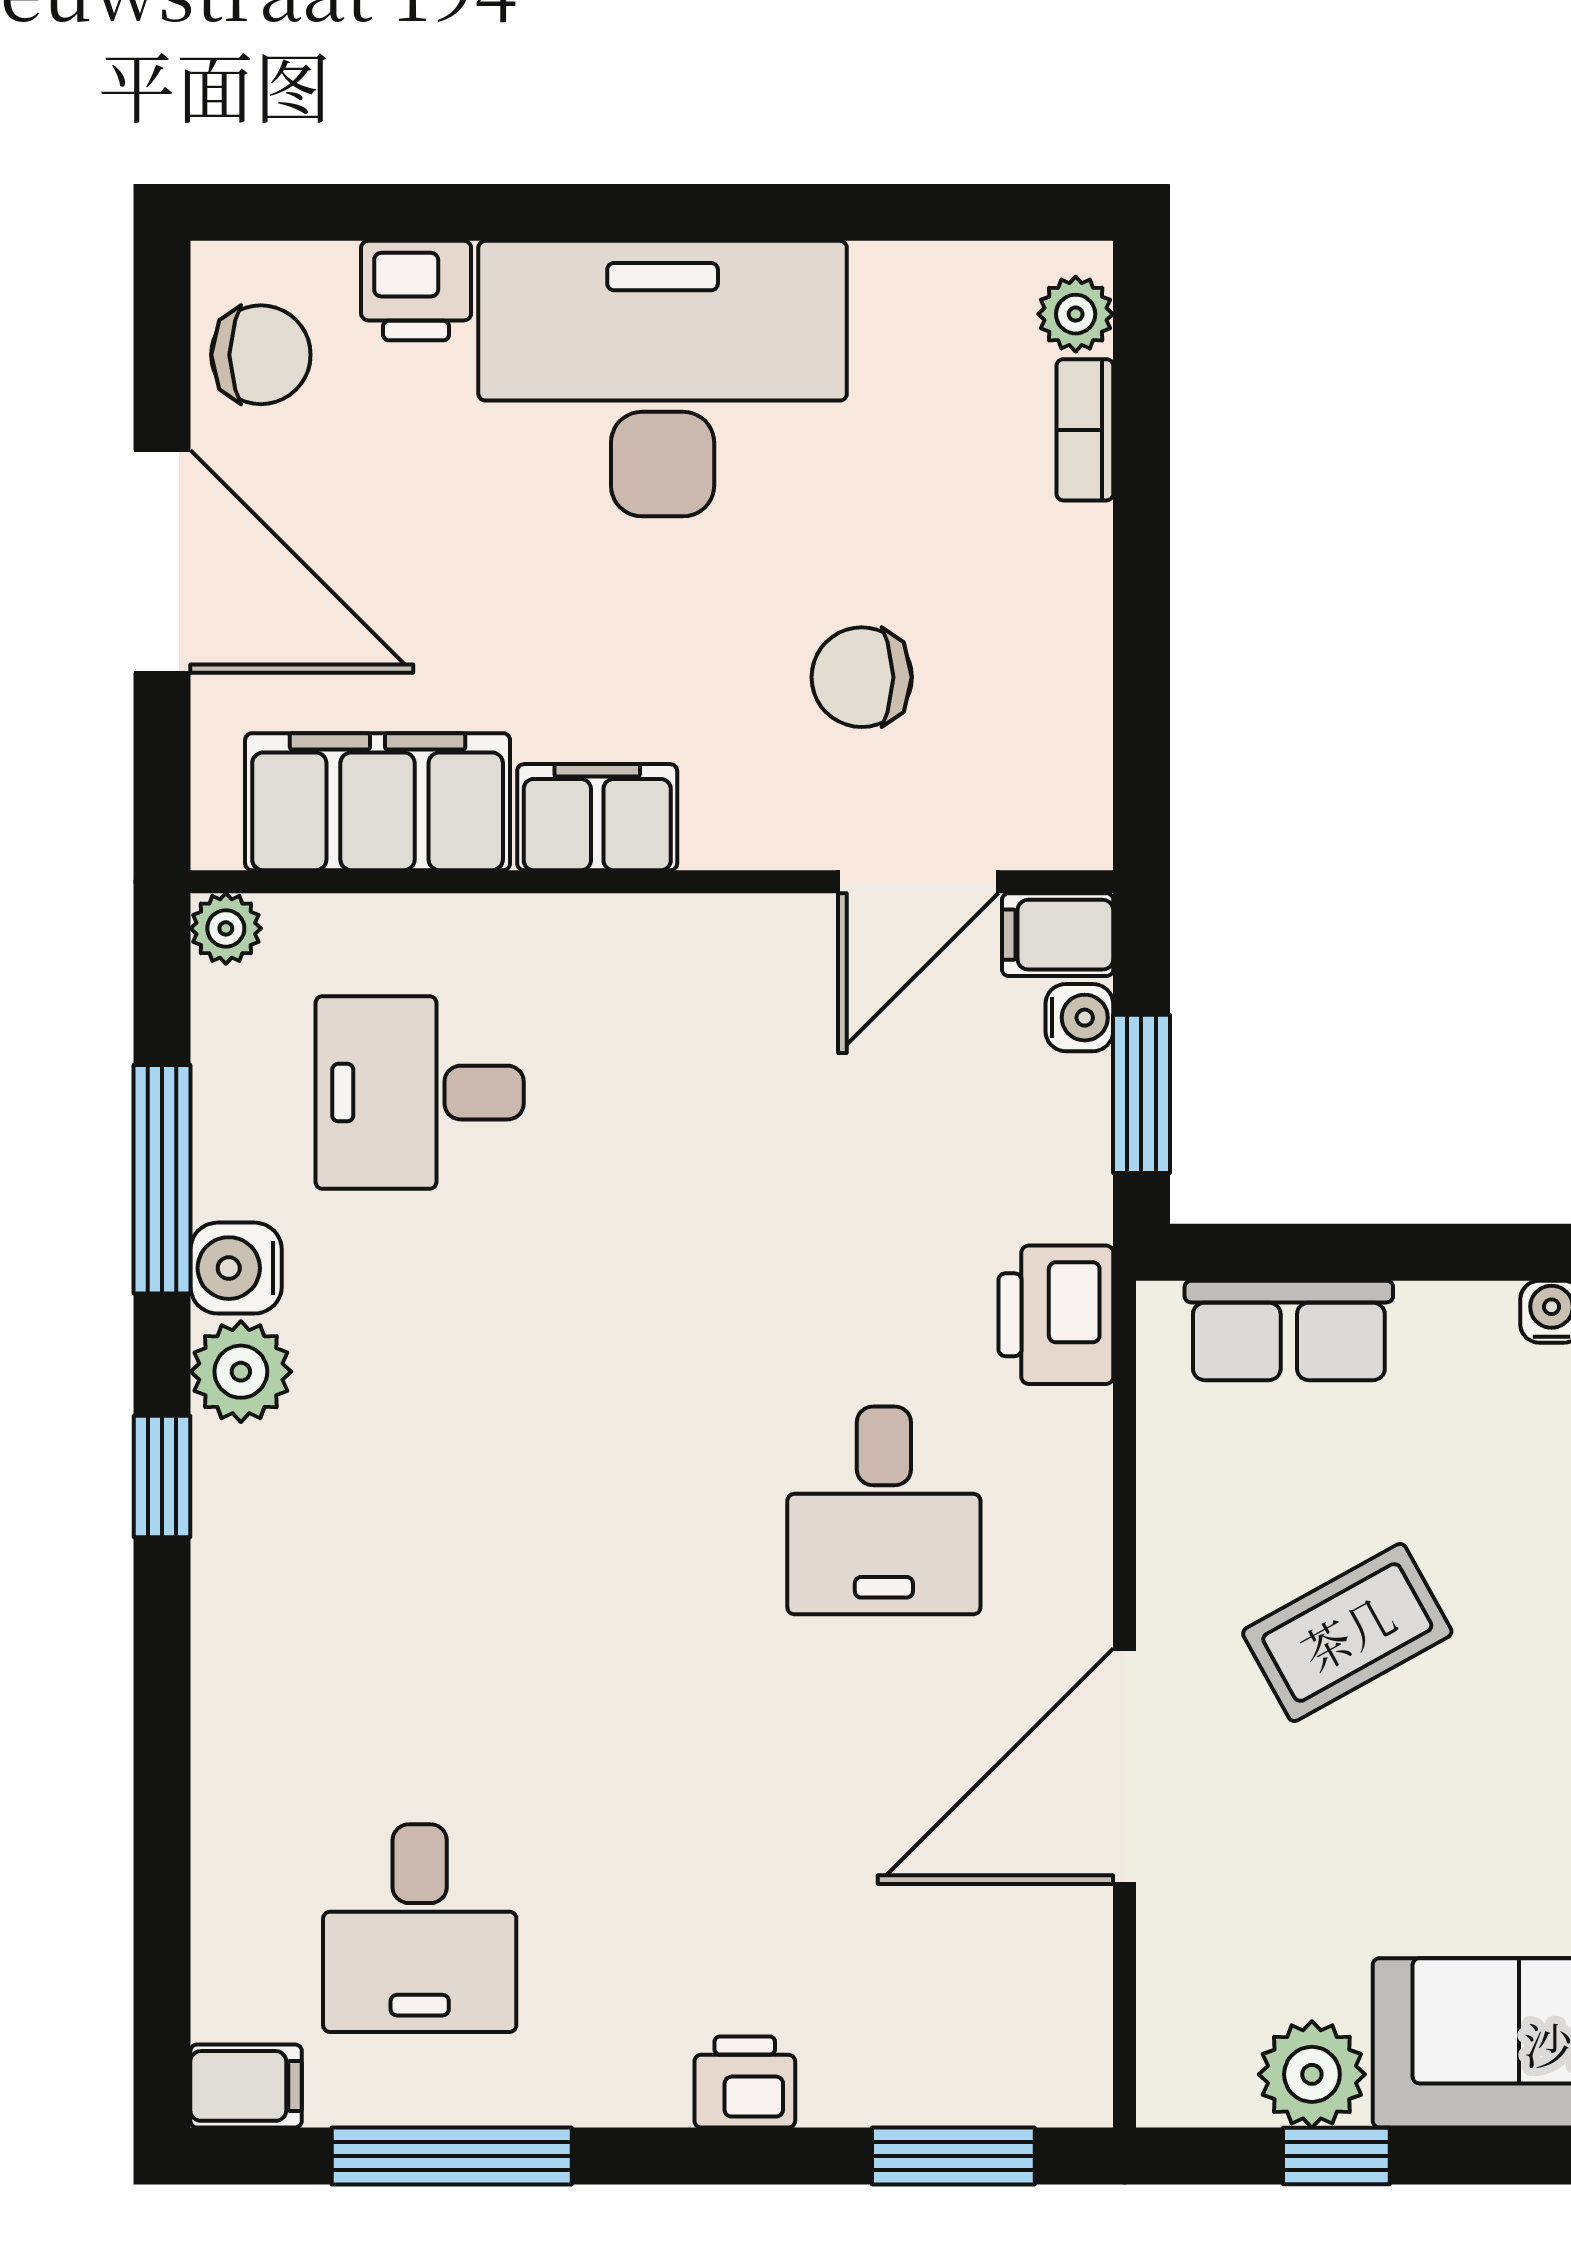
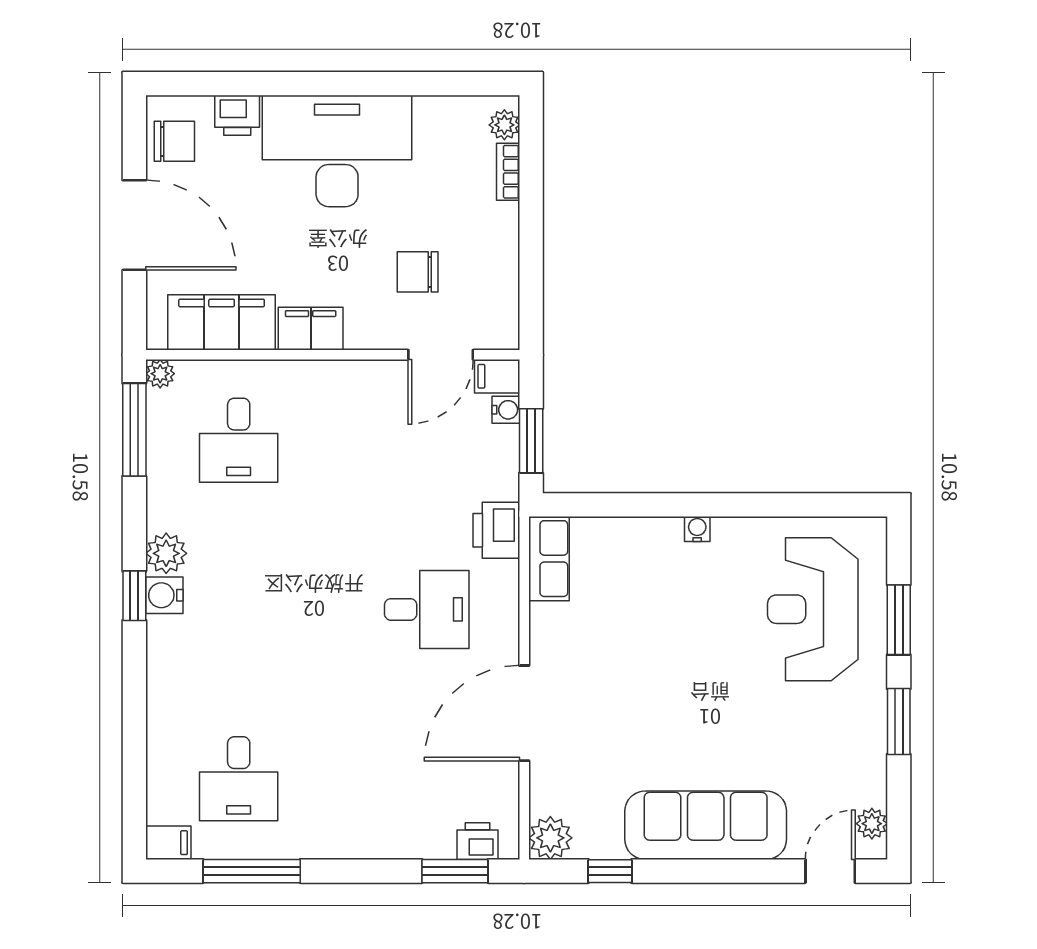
desk: (420, 1093) -> (239, 440), turned -90
window: (162, 1179) -> (134, 430), moved
water cooler: (236, 1268) -> (164, 595), moved
row of seats: (1289, 1330) -> (549, 559), moved, turned -90
desk: (884, 1510) -> (427, 609), turned -90
coffee table: (1347, 1632) -> (614, 659), removed
plant: (1312, 2074) -> (550, 838), moved
printer: (745, 2082) -> (477, 841), moved

